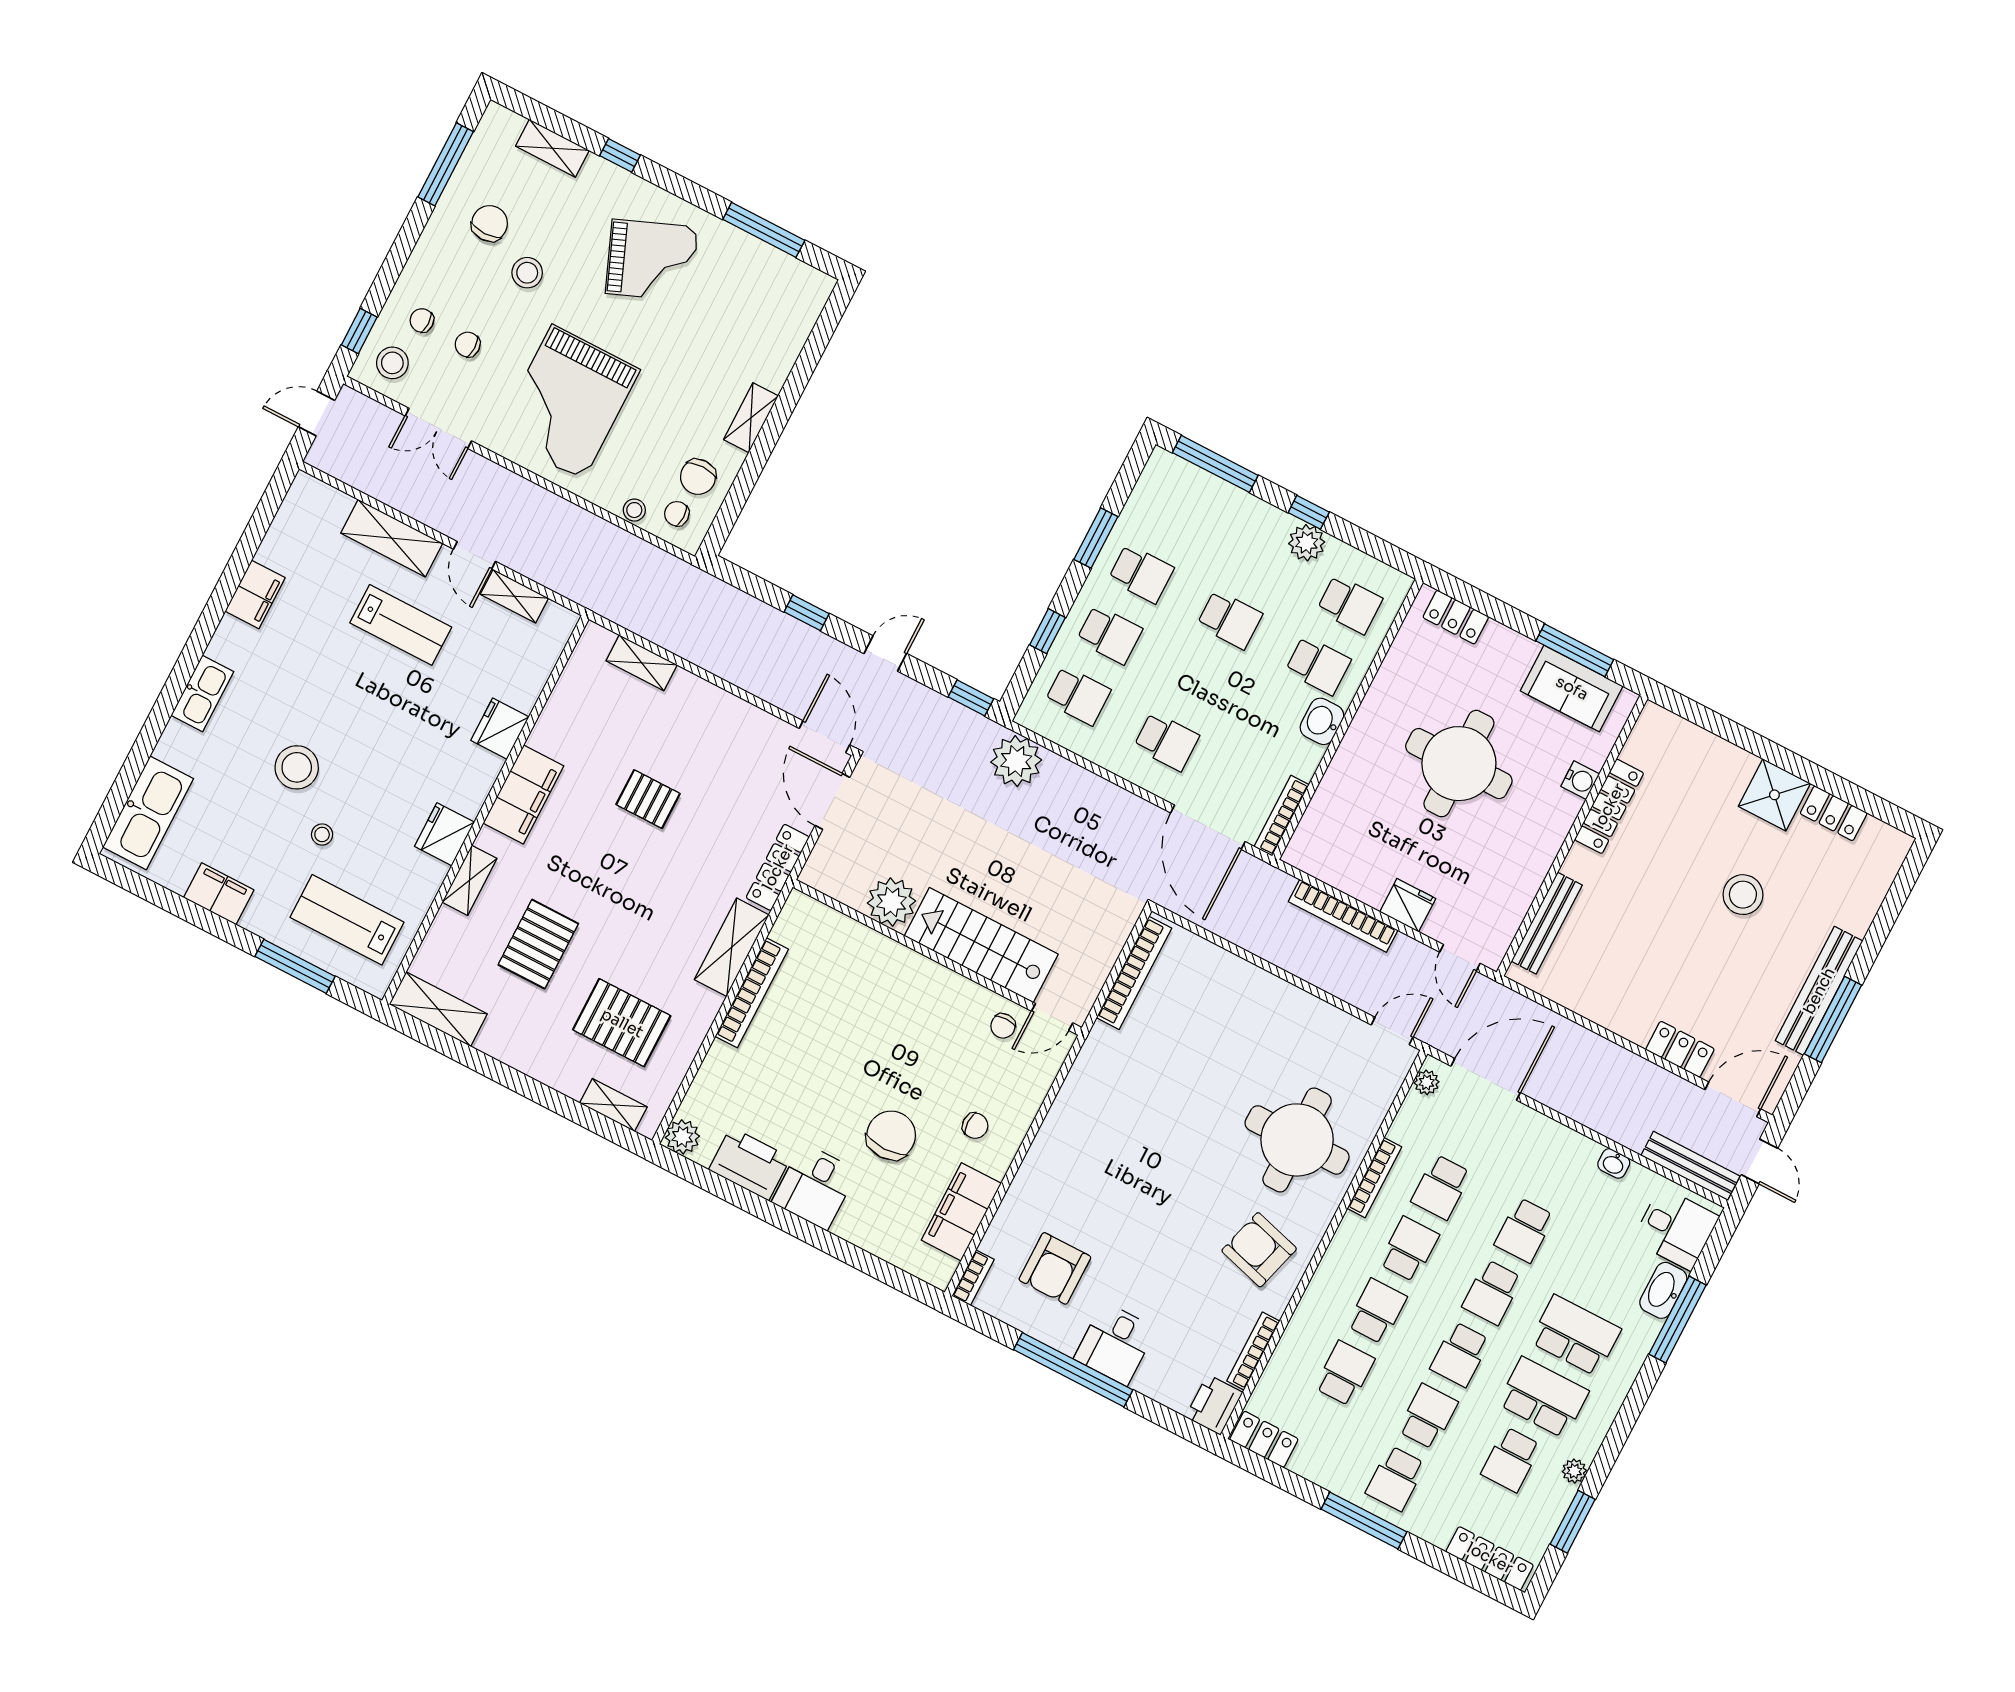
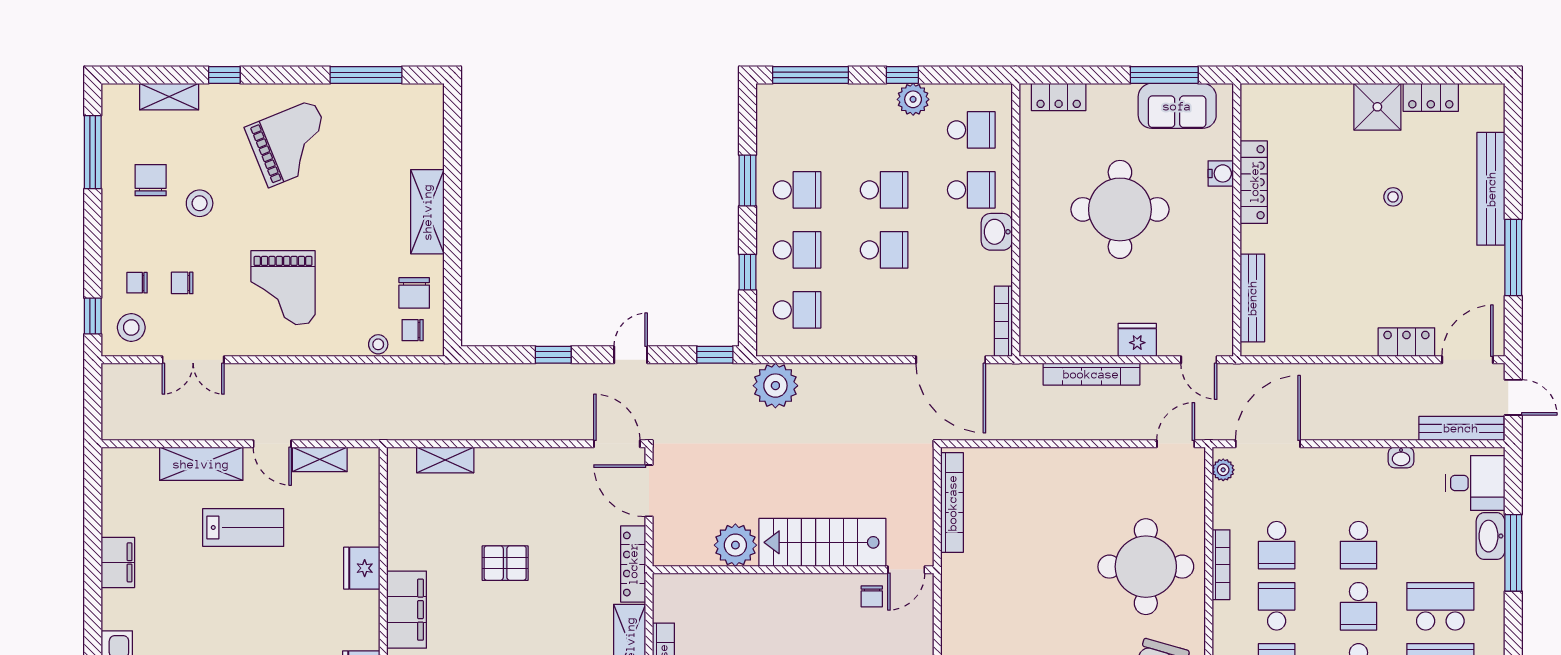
grand piano: (568, 402) -> (283, 288), width x0.73, depth x0.68
door: (316, 413) -> (93, 397), removed
shelving: (751, 418) -> (427, 212), width x1.50, depth x1.33
school desk: (1166, 741) -> (884, 250), moved
stool: (1743, 895) -> (1393, 197), width x0.53, depth x0.53
bench: (1819, 991) -> (1491, 189), moved

